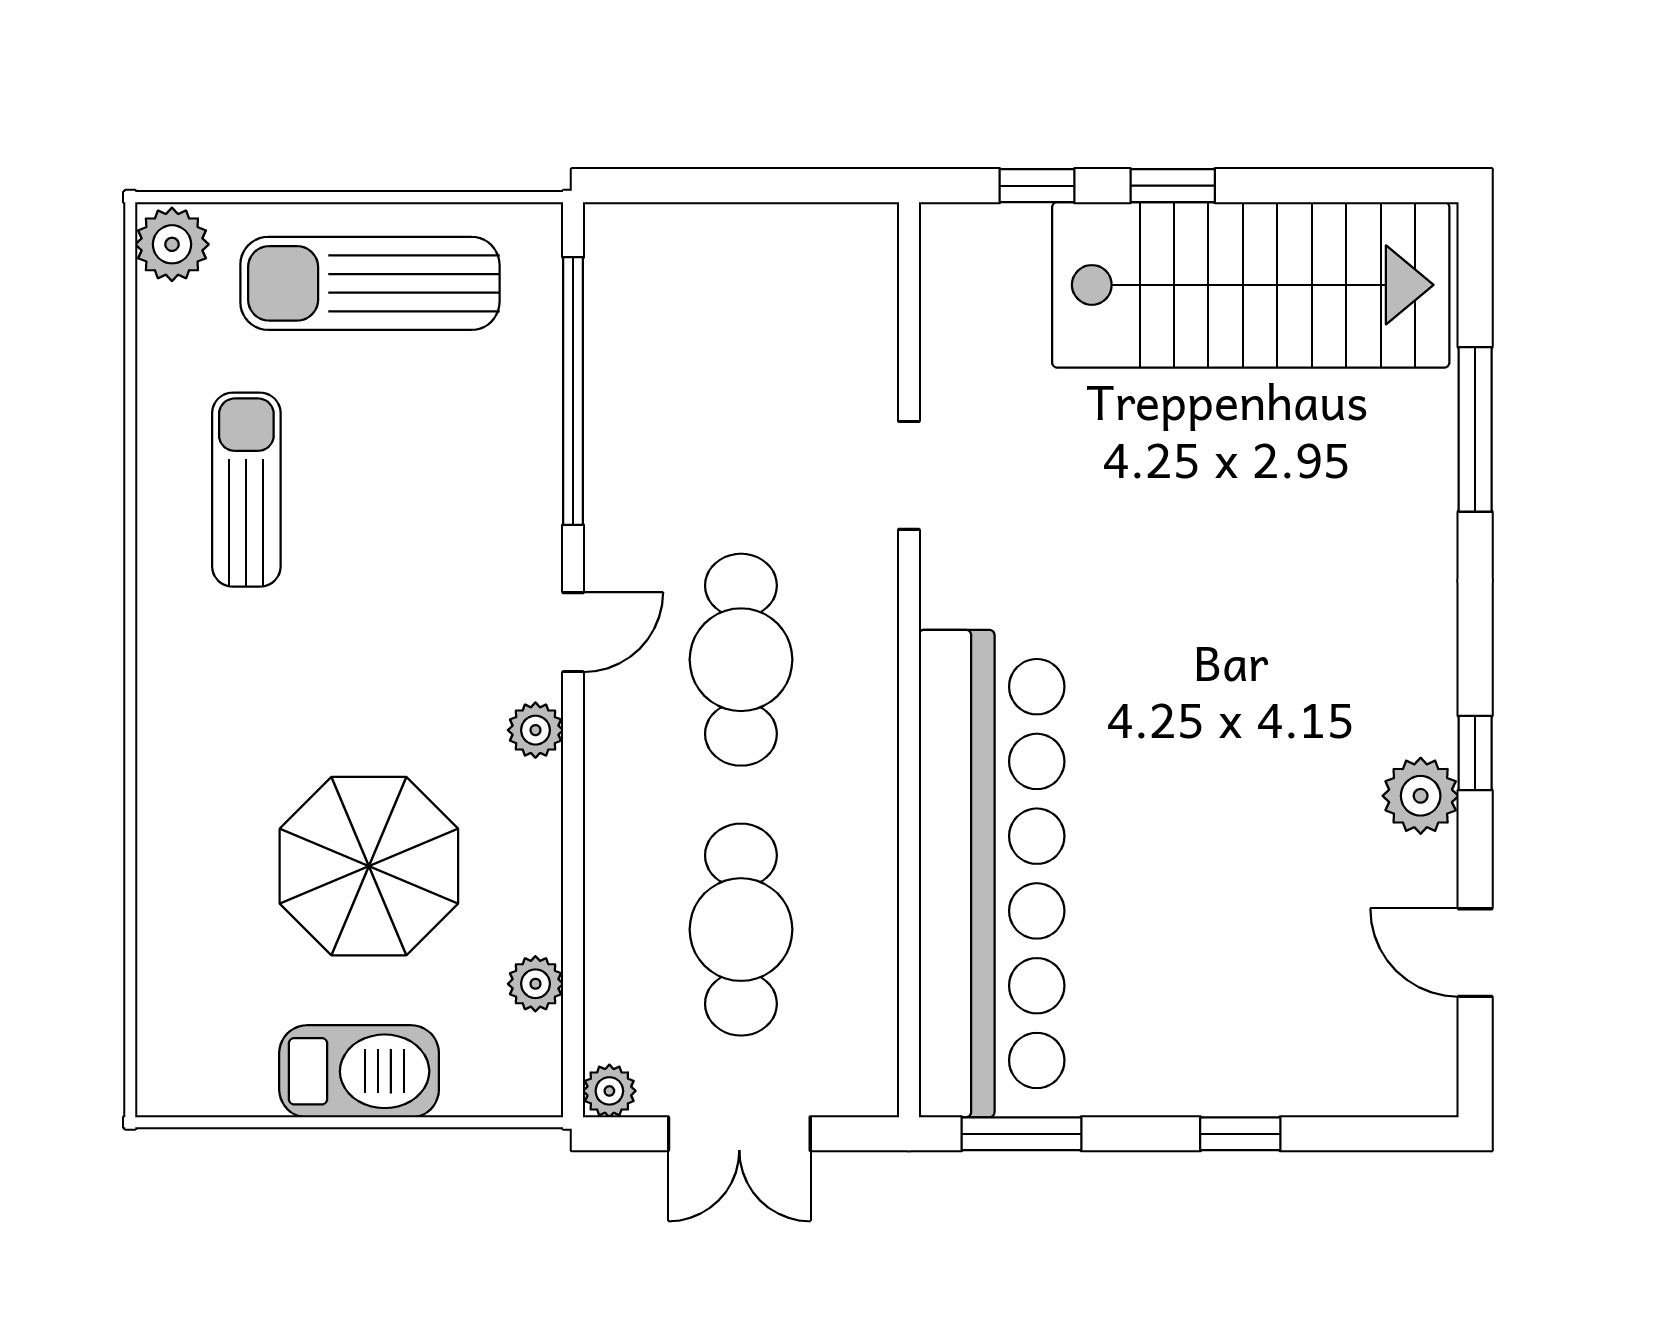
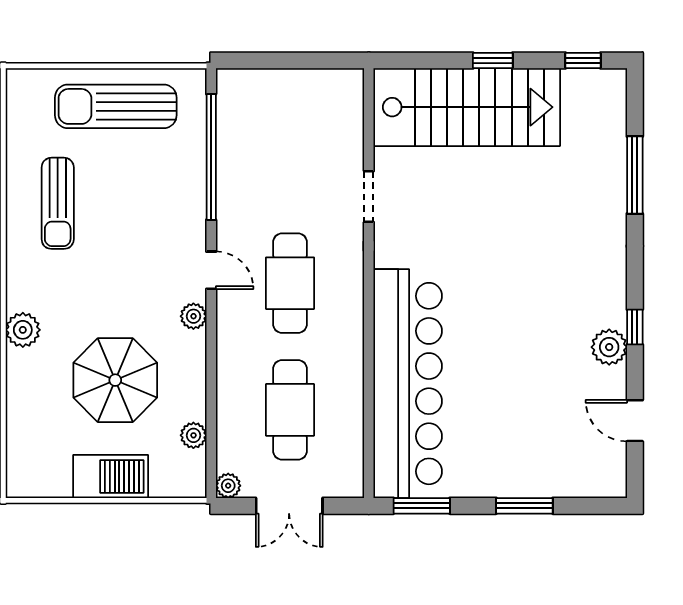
window: (1037, 186) -> (583, 61), moved
plant: (172, 244) -> (23, 330), moved
stairs: (1251, 285) -> (467, 107), moved
sun lounger: (246, 490) -> (58, 203), turned 180
door: (573, 632) -> (211, 270), hinge flipped
window: (1240, 1134) -> (524, 506), width x1.50

